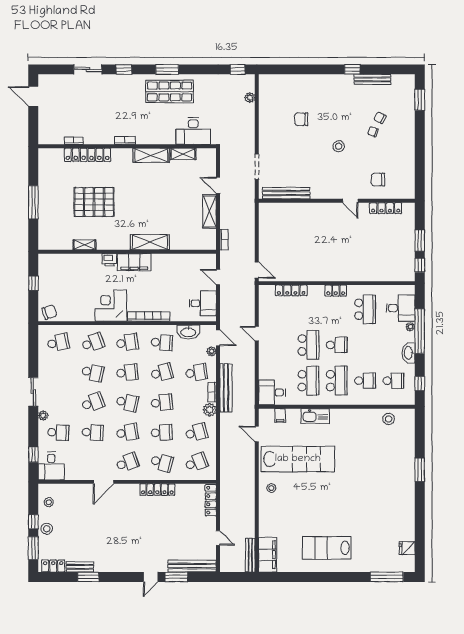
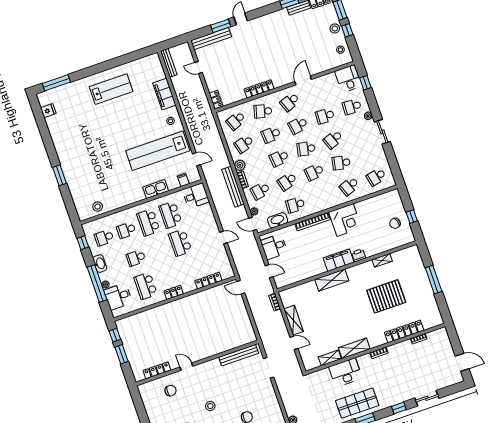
desk: (193, 131) -> (345, 372), moved
chair: (49, 312) -> (395, 223), moved
school desk: (127, 343) -> (322, 196), removed
school desk: (337, 345) -> (136, 258), moved
locker: (211, 500) -> (216, 100), width x0.66
filing cabinet: (268, 555) -> (164, 94), moved

